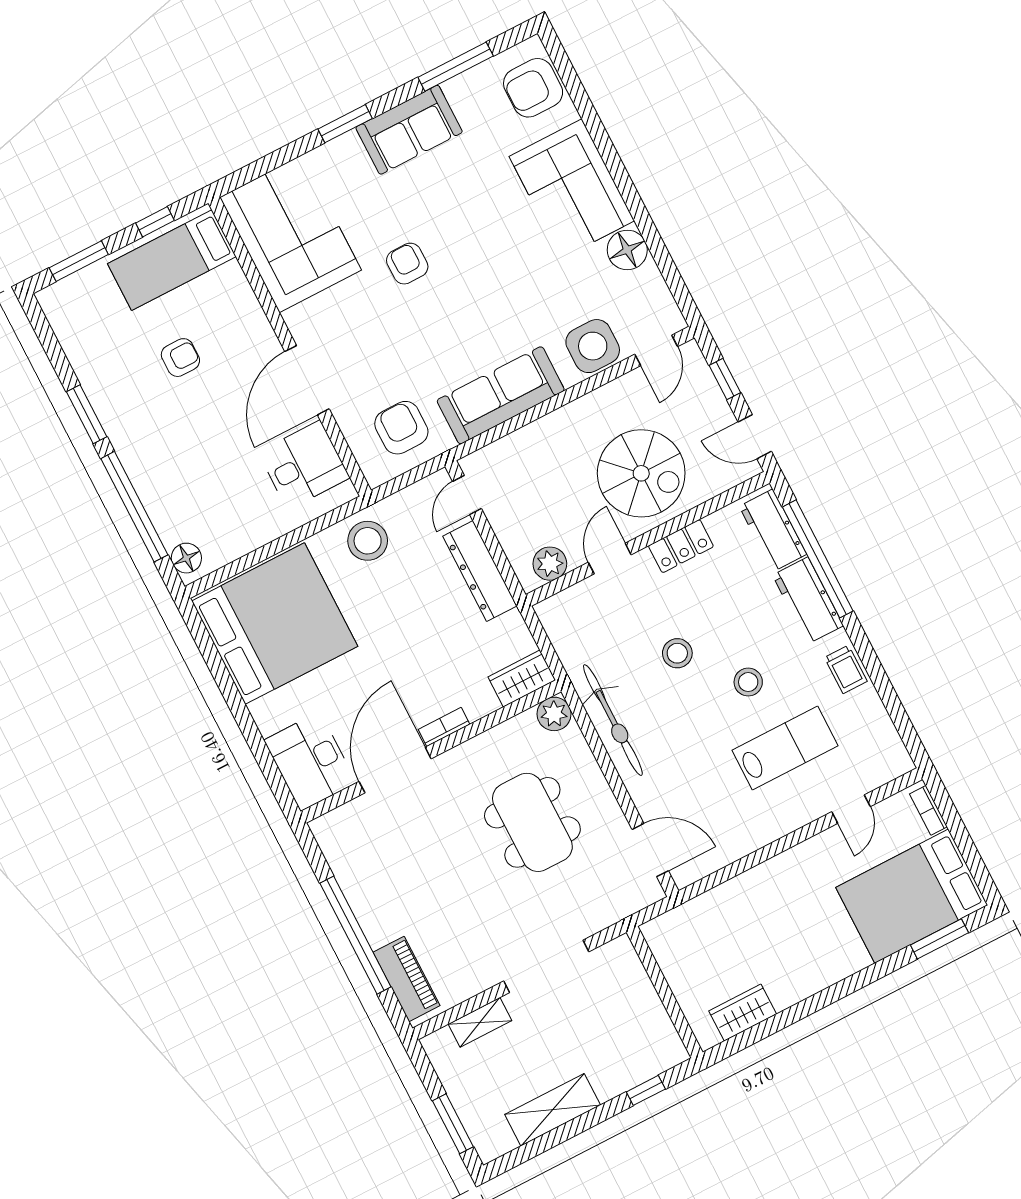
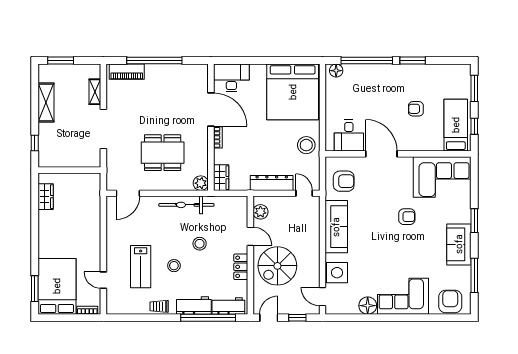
armchair: (180, 358) -> (416, 109), turned 90

